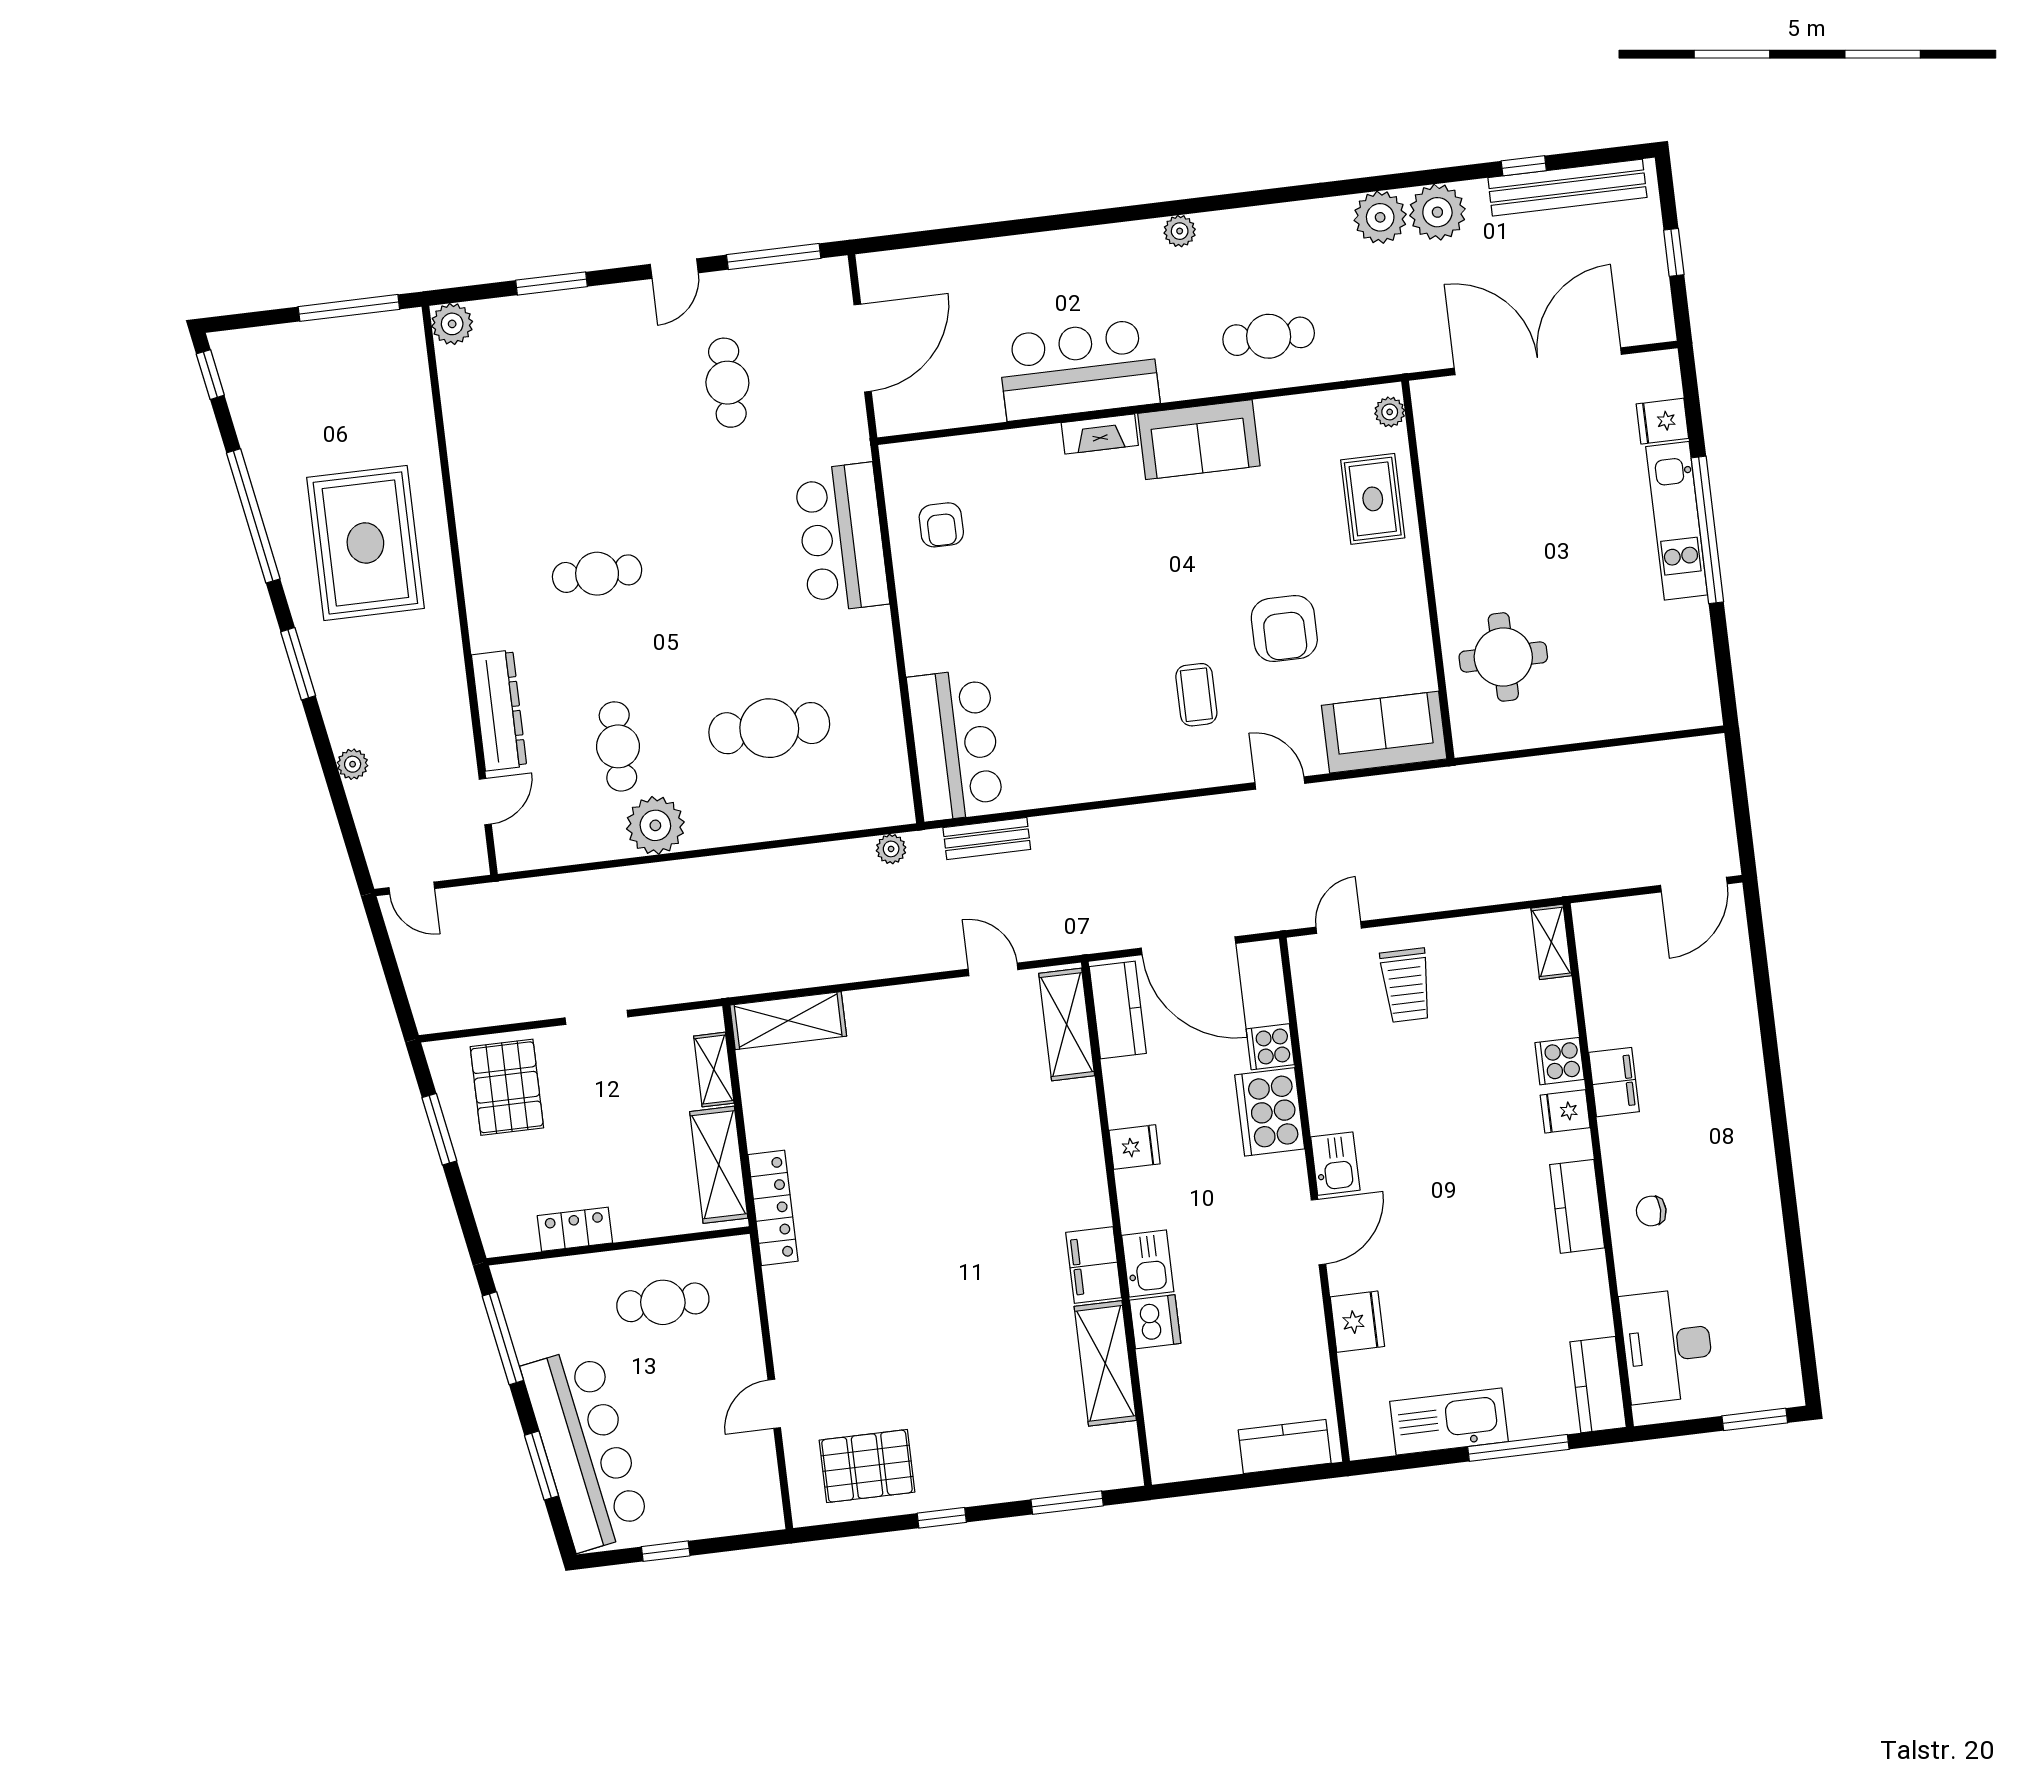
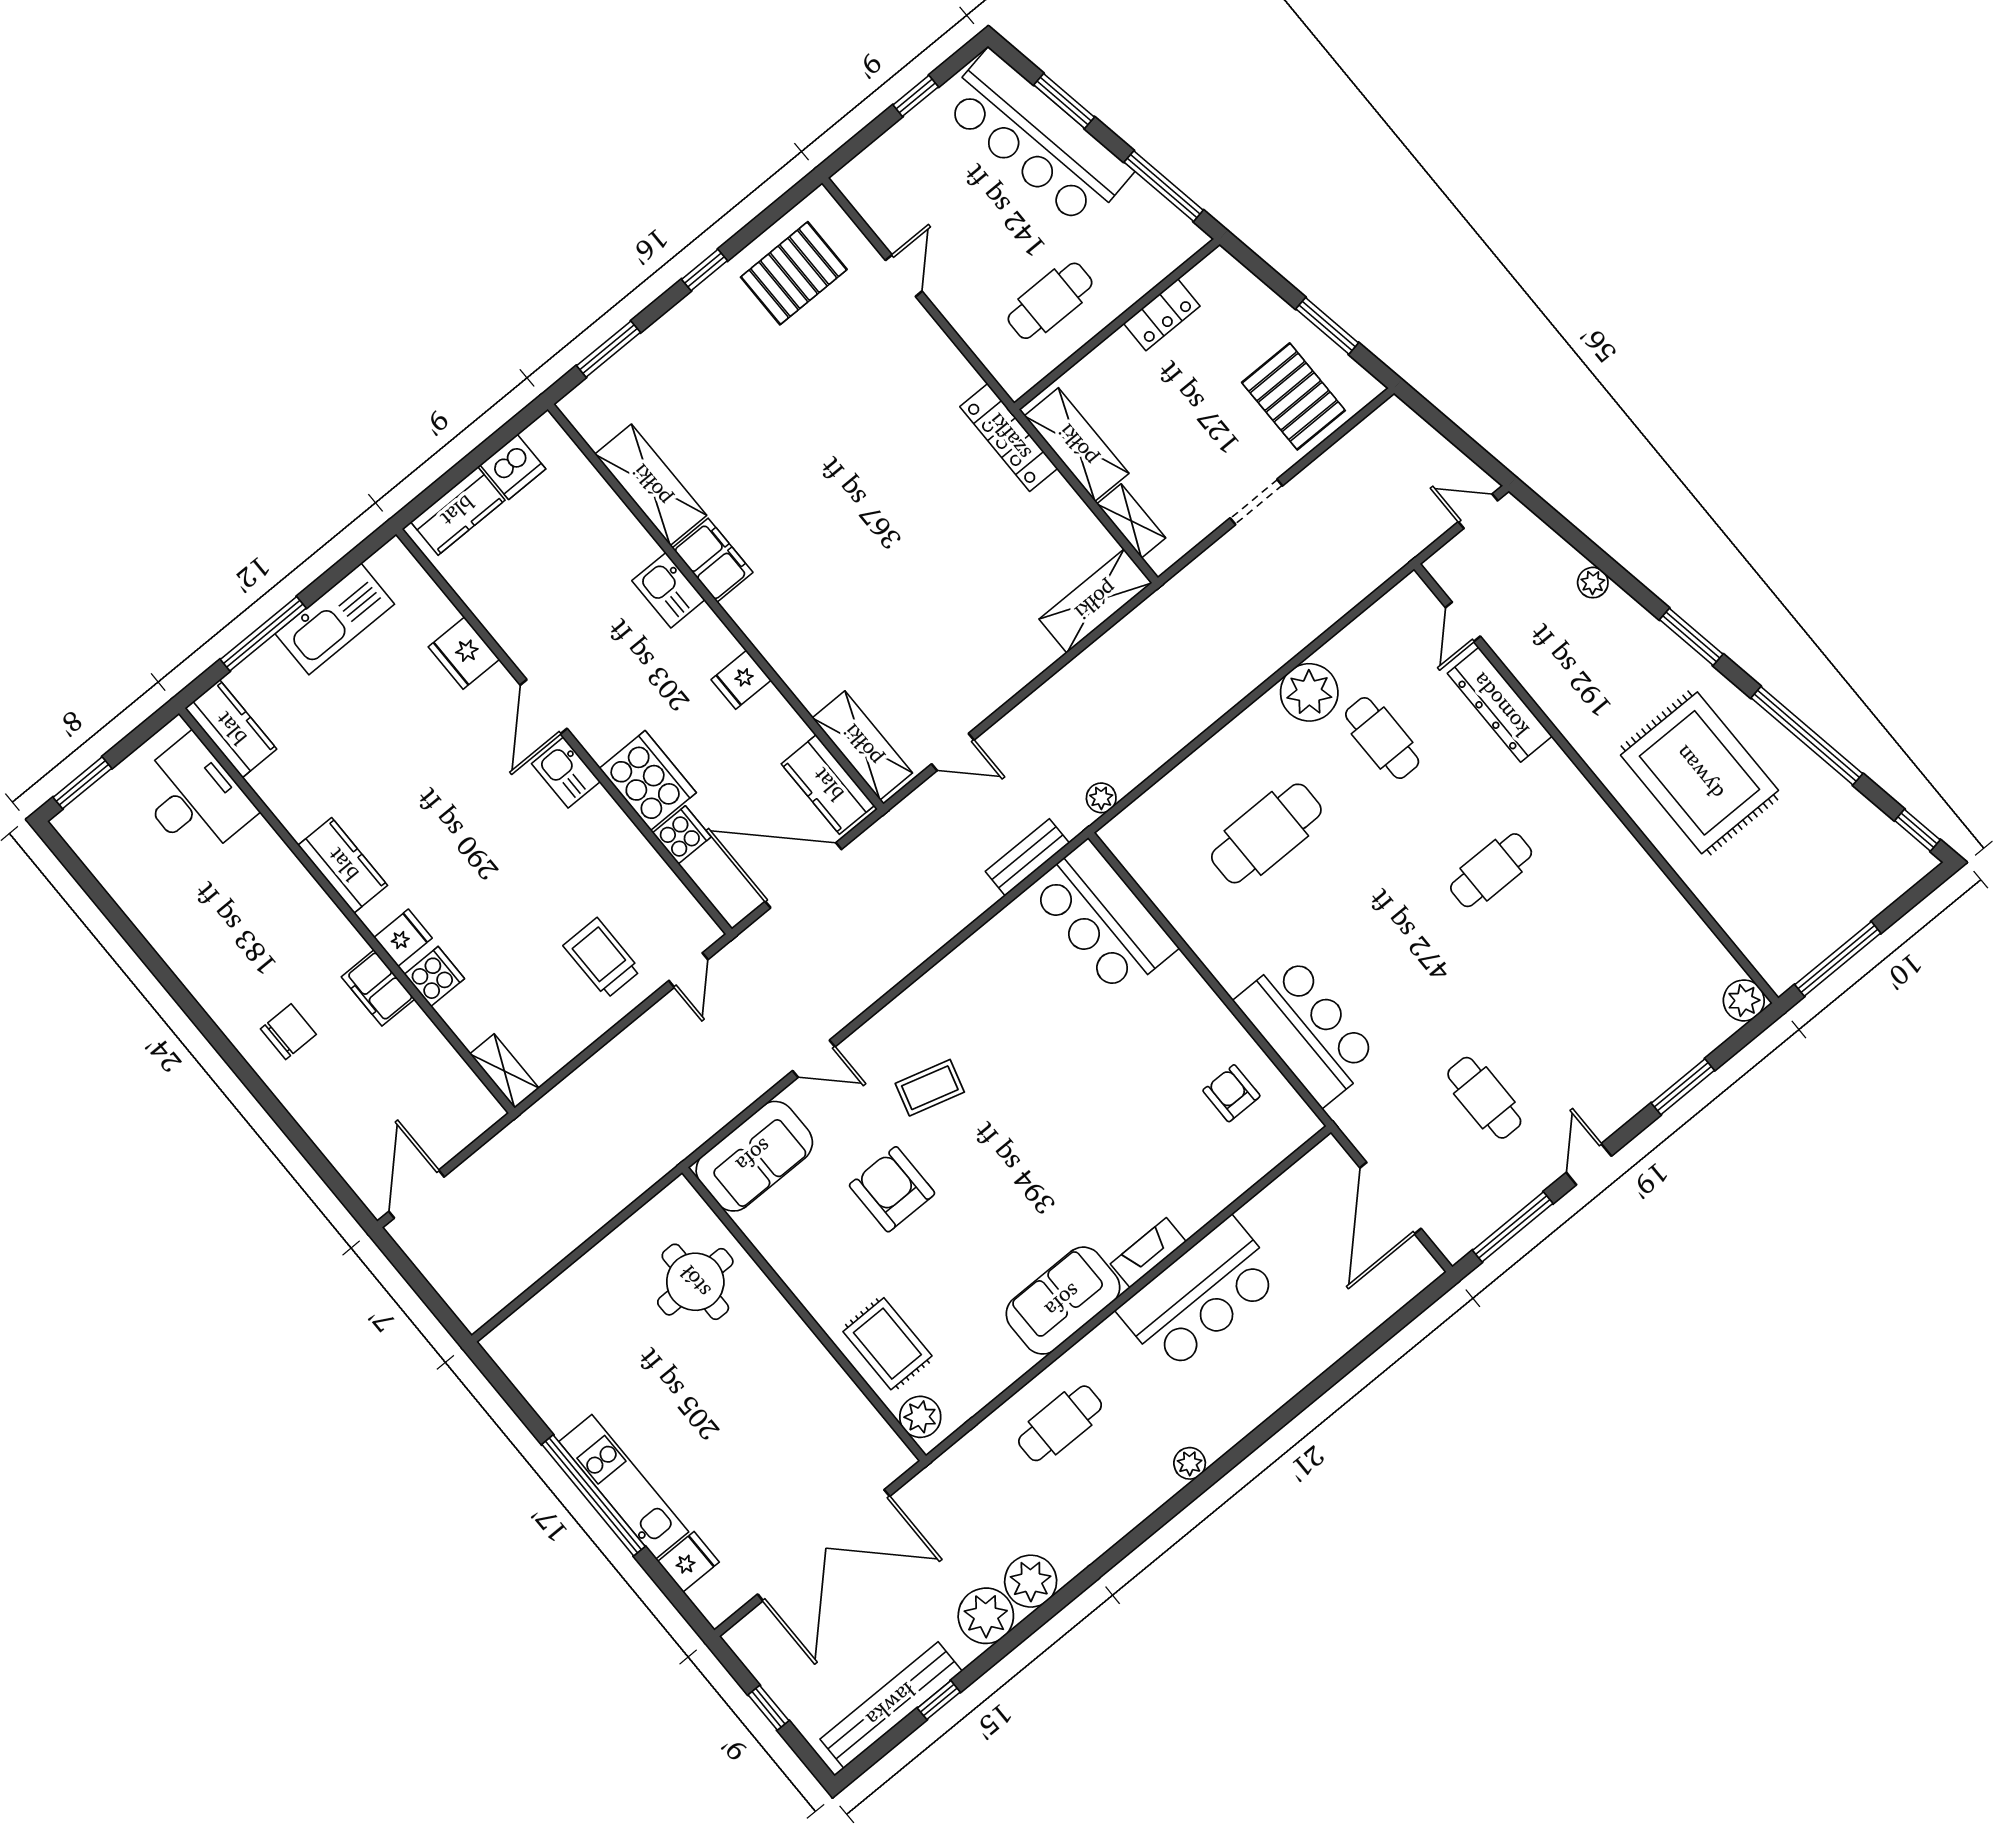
plant: (1390, 412) -> (920, 1417), width x1.38, depth x1.38
coffee table: (1196, 695) -> (930, 1088), turned -74
chair: (1651, 1211) -> (288, 1032), moved, width x1.37, depth x1.37
dishwasher: (1155, 1322) -> (513, 467), moved, turned -90

